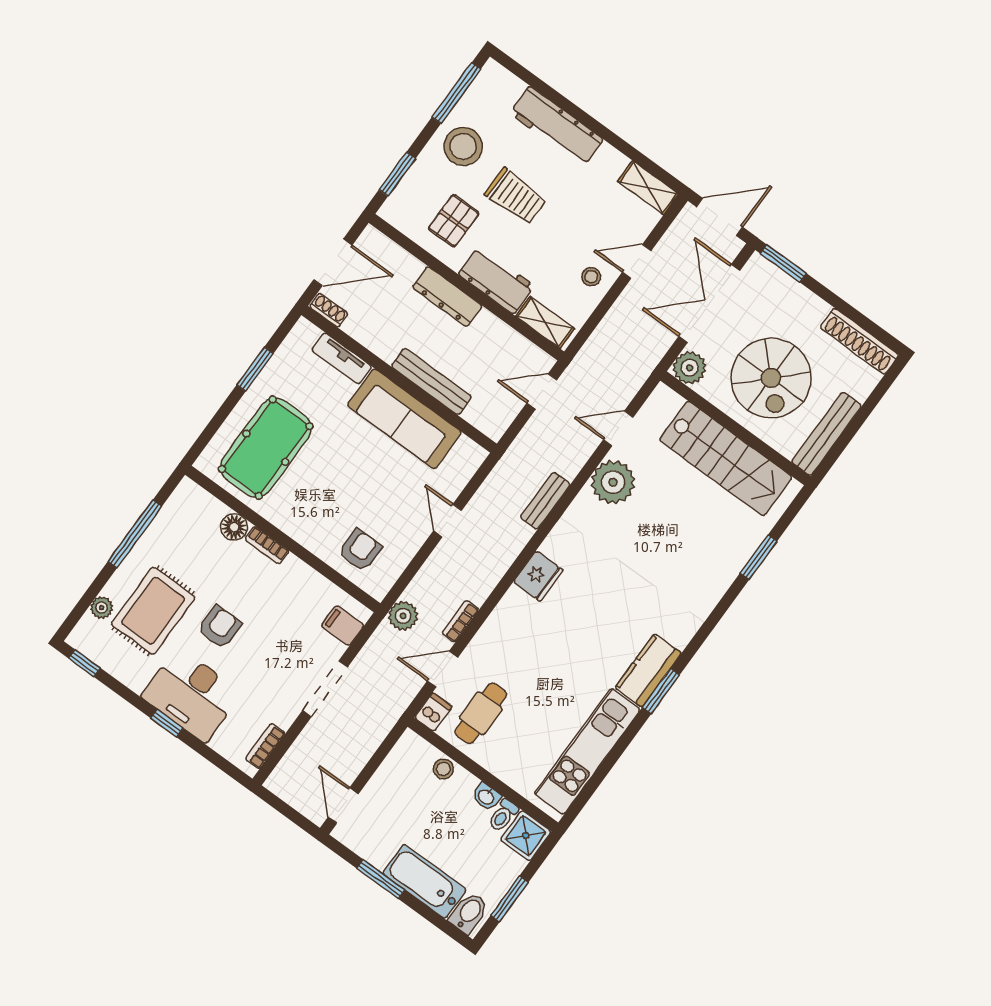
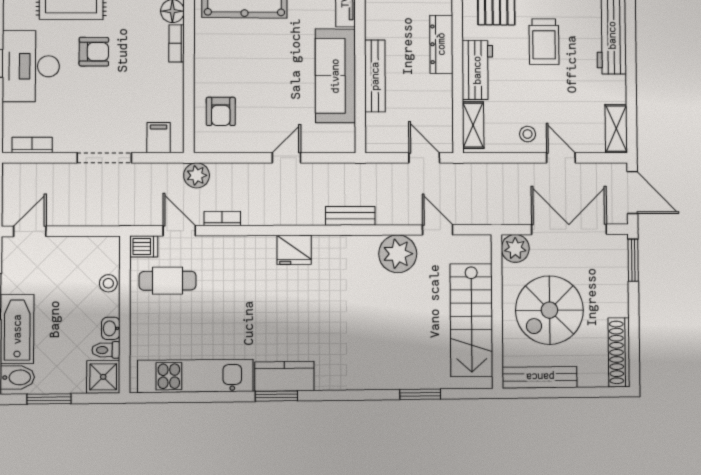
armchair: (360, 550) -> (221, 111), turned 90

